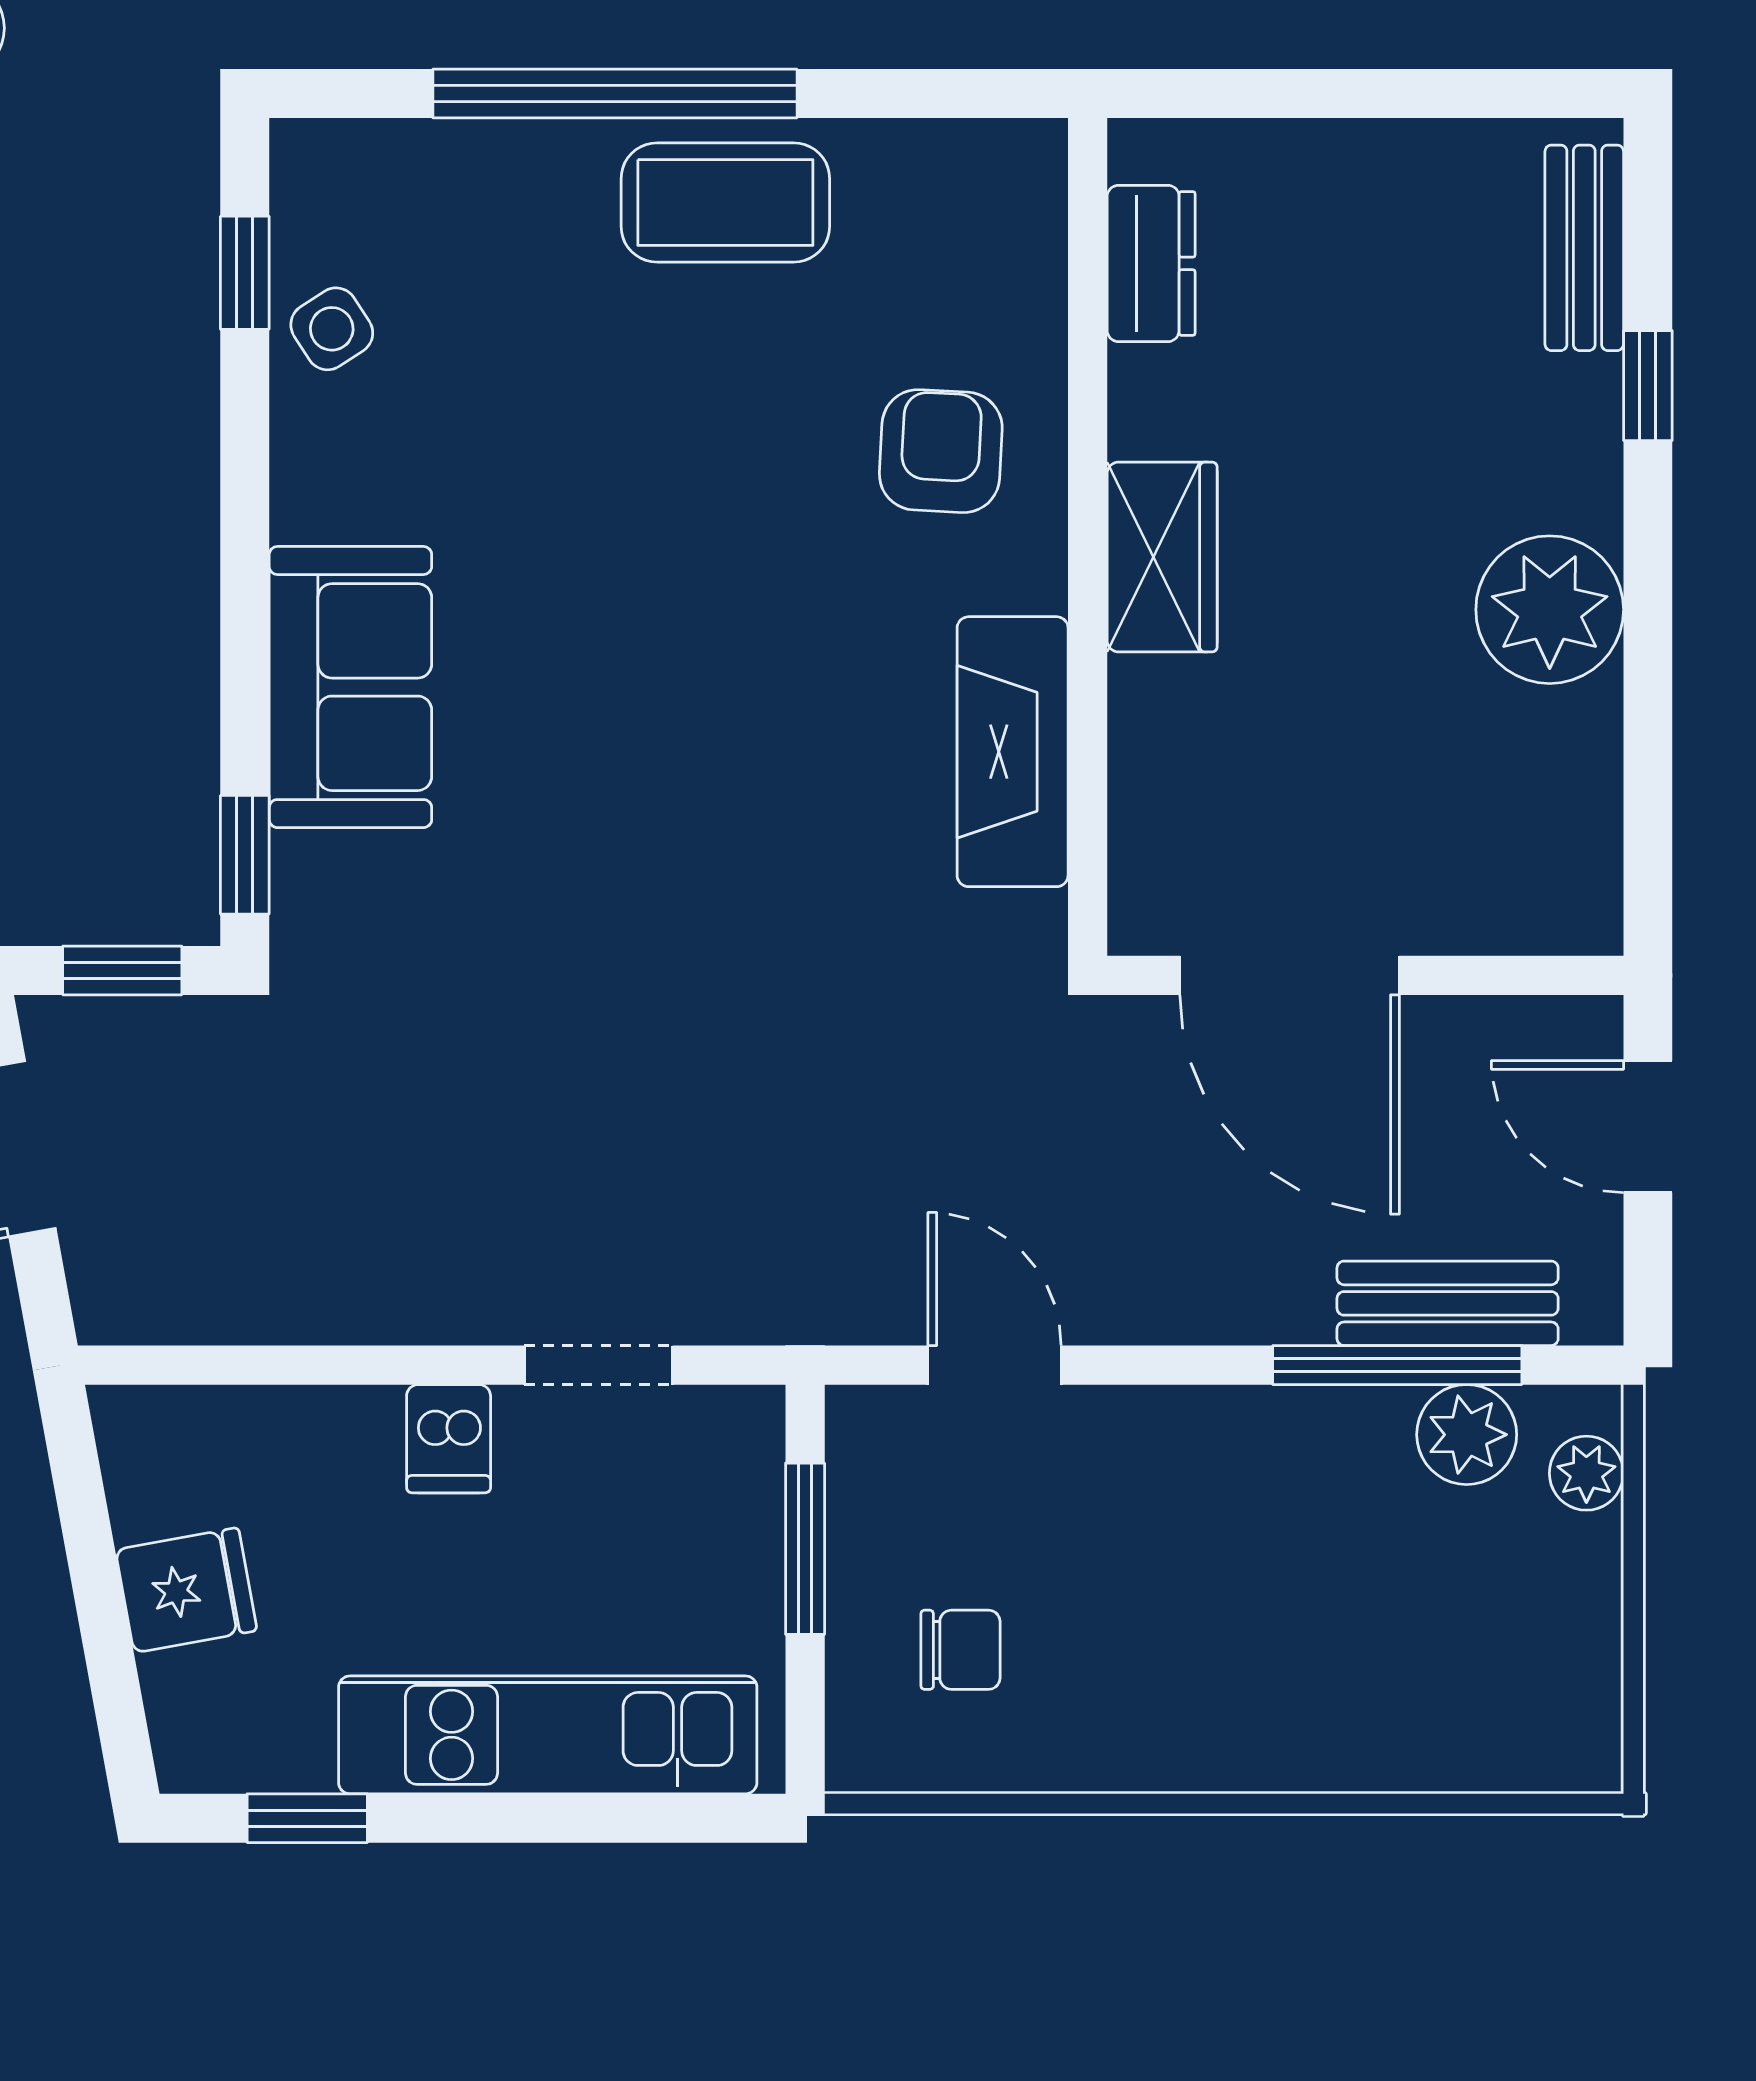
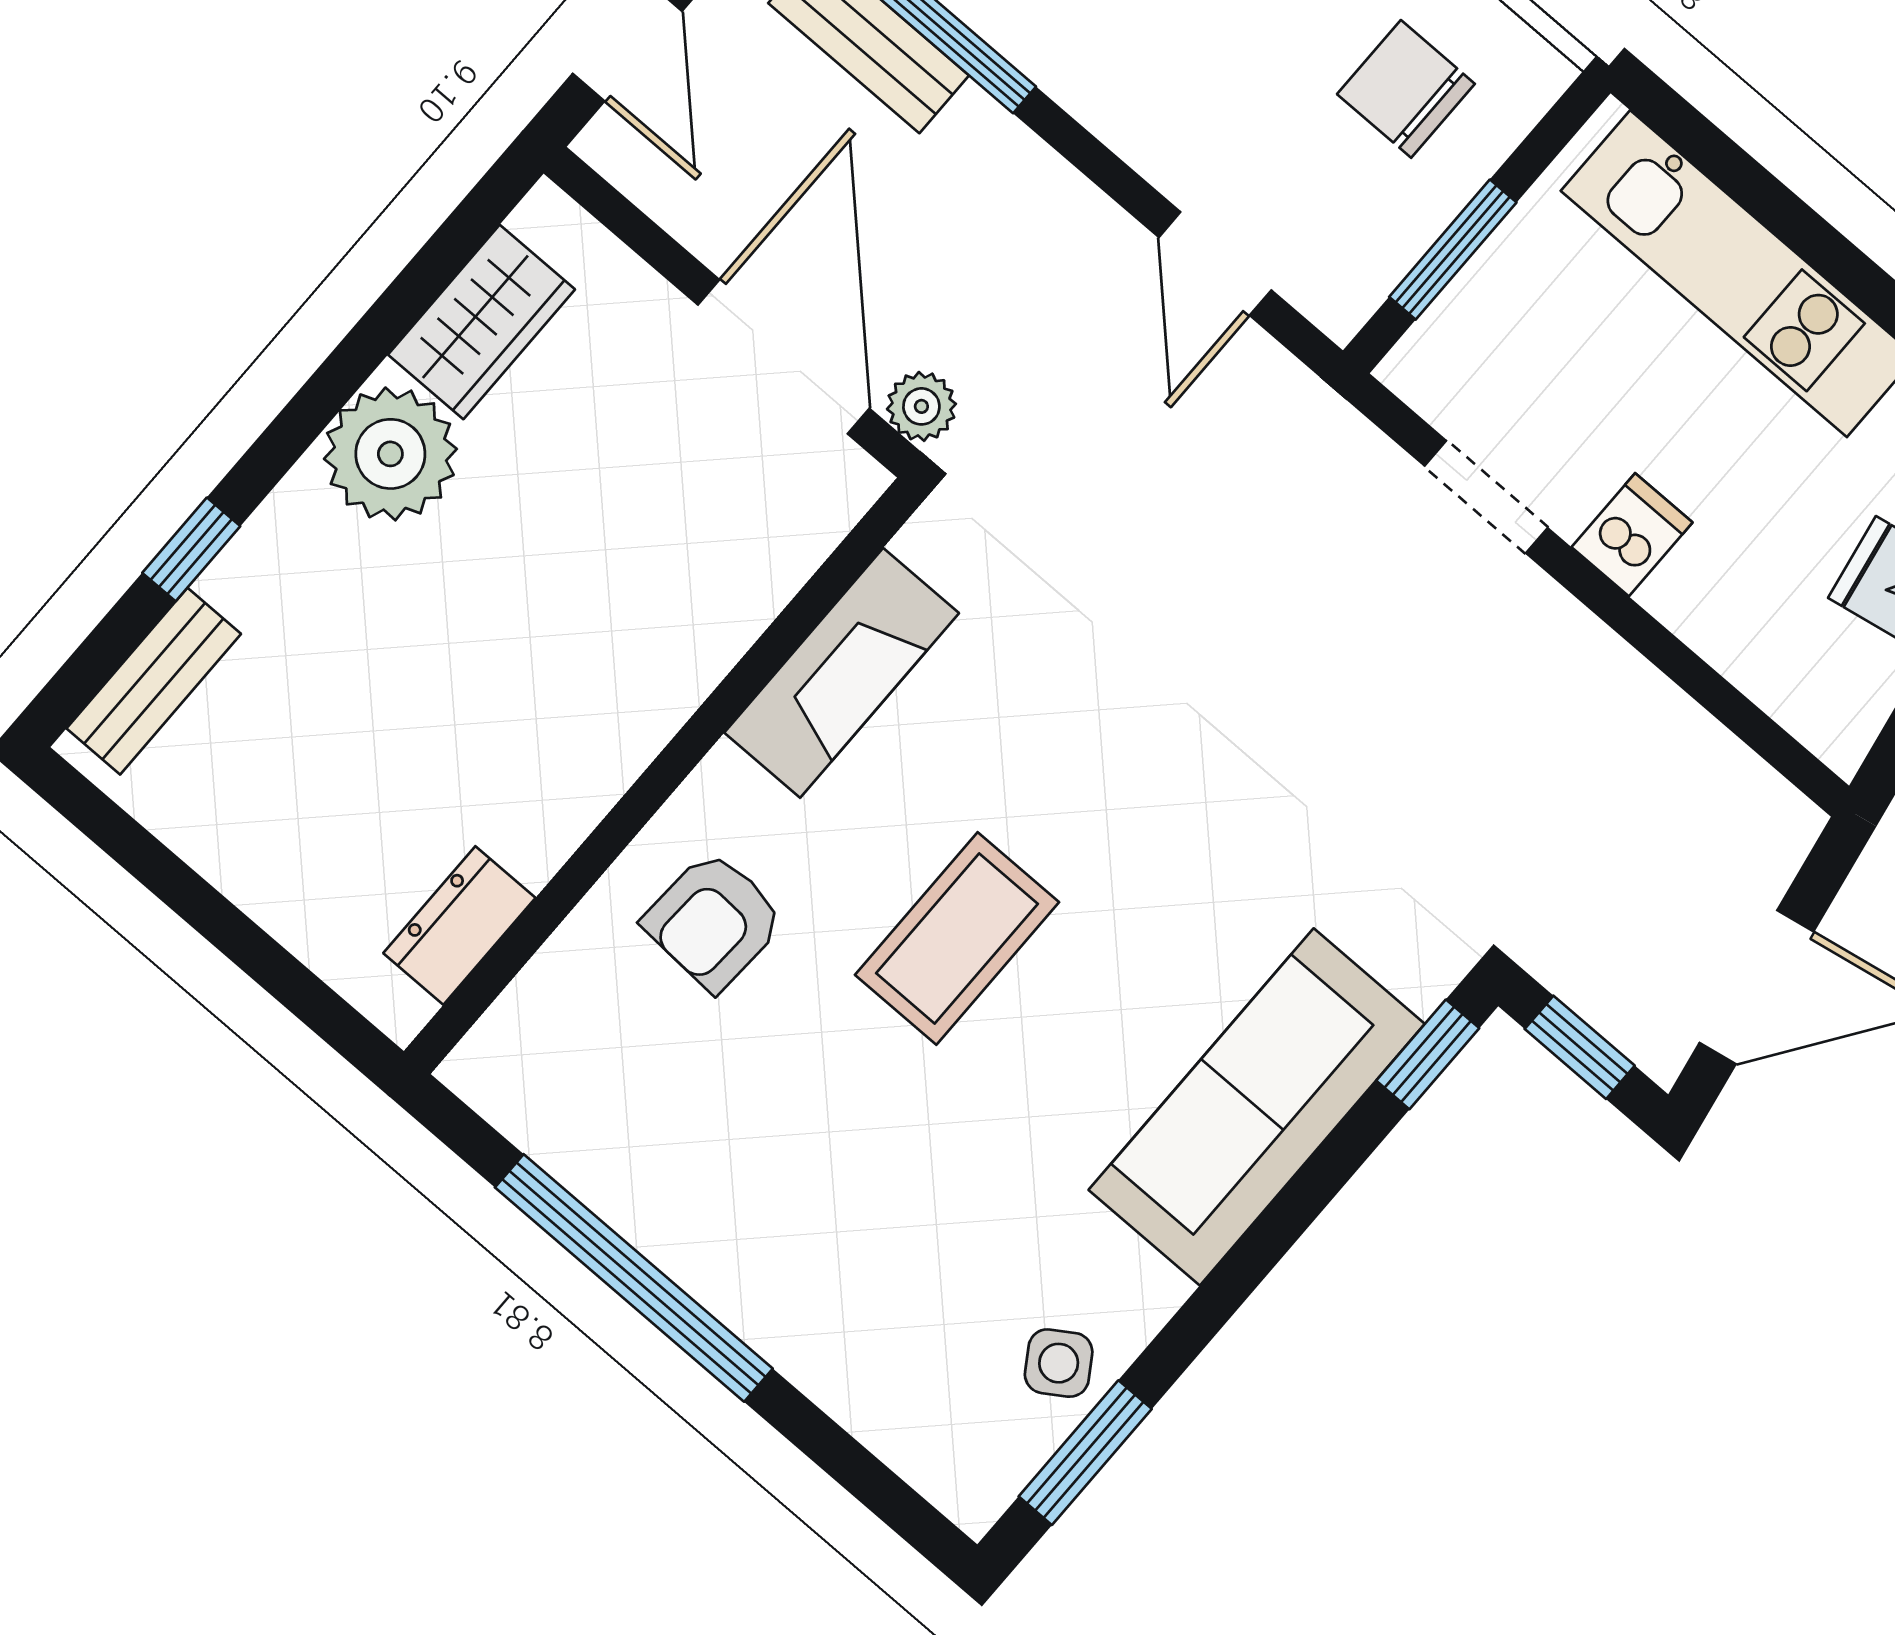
window: (615, 93) -> (634, 1278), moved
coffee table: (725, 202) -> (957, 939), moved, turned 90
window: (245, 273) -> (1085, 1453), width x1.50
wardrobe: (1162, 557) -> (481, 322), moved, turned 180
sofa: (350, 687) -> (1257, 1107), width x1.36
plant: (1138, 1033) -> (921, 406), added
chair: (960, 1650) -> (1406, 89), width x1.37, depth x1.37

